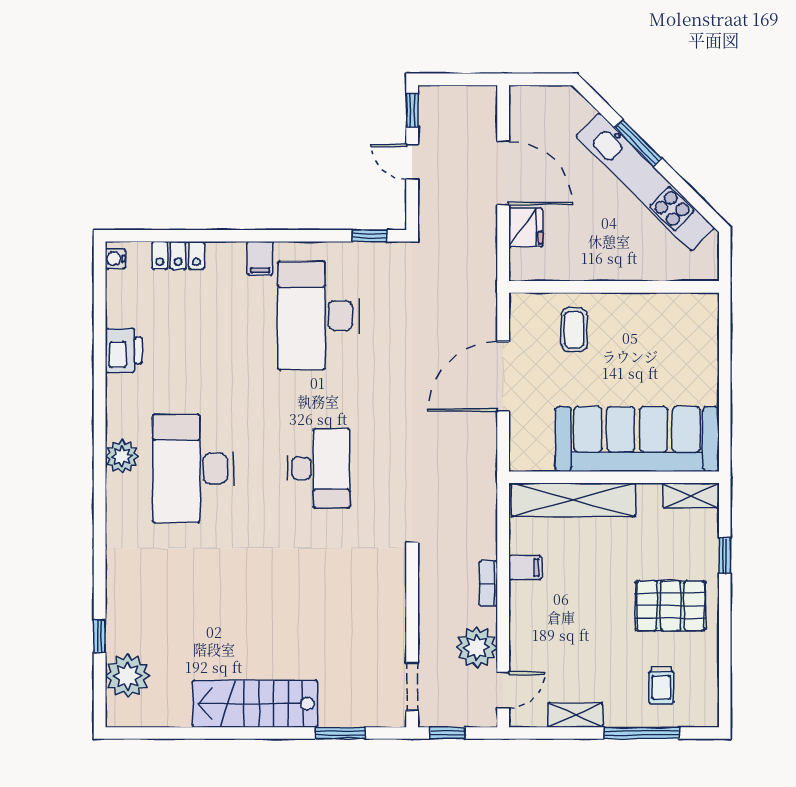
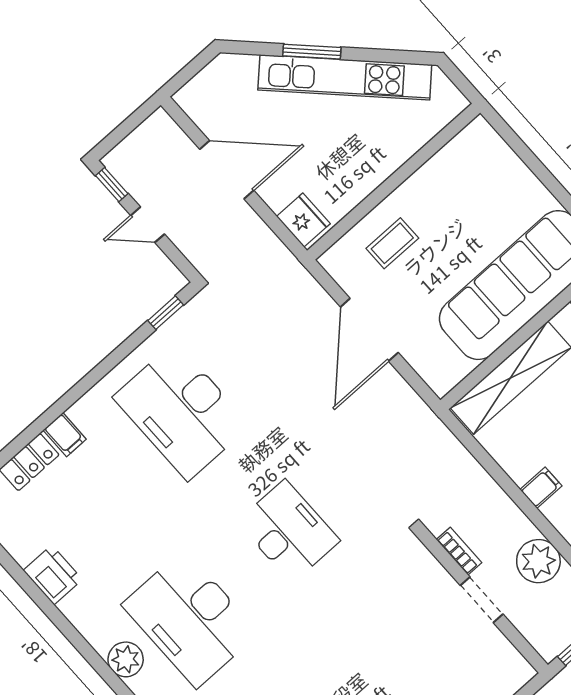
fridge: (526, 227) -> (303, 220), moved
filing cabinet: (260, 258) -> (65, 435), moved
coffee table: (574, 330) -> (392, 243), turned 90
filing cabinet: (525, 568) -> (541, 488), moved
bookcase: (488, 583) -> (459, 551), moved, turned 180
doorway: (412, 686) -> (482, 600), moved

